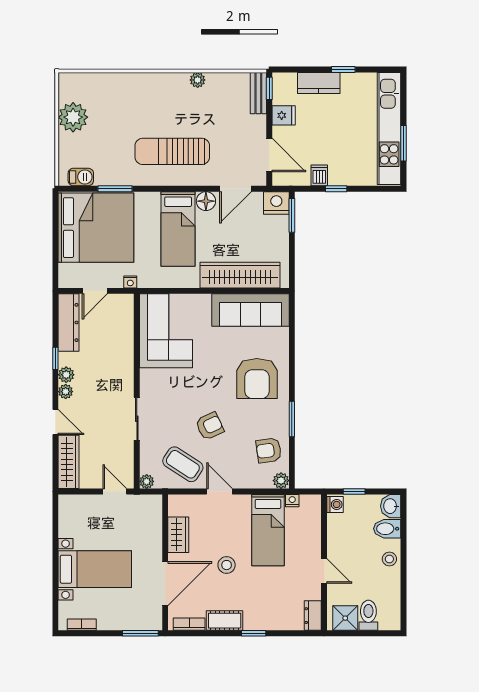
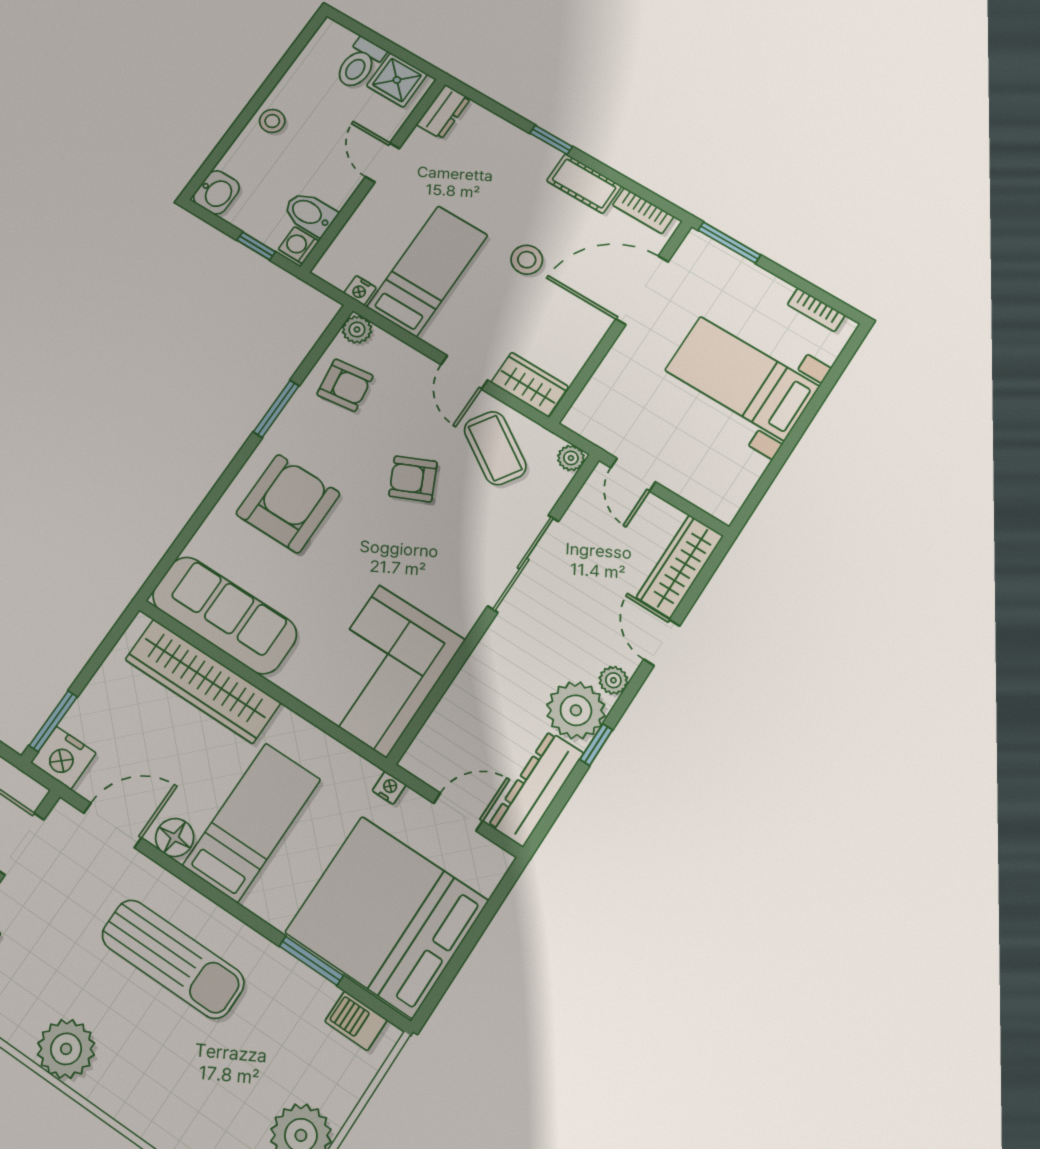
plant: (198, 80) -> (66, 1049), width x1.88, depth x1.88
plant: (66, 375) -> (576, 710), width x1.87, depth x1.87
sliding door: (137, 419) -> (523, 564), width x1.37
bidet: (387, 529) -> (310, 214), moved, turned 180
wardrobe: (178, 535) -> (530, 384), moved, turned 90

